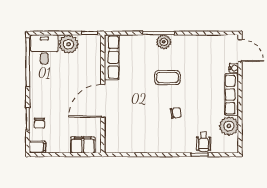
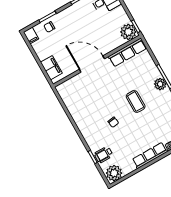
plant: (69, 44) -> (128, 32), moved
plant: (229, 126) -> (114, 173), moved

